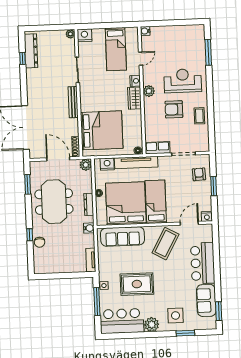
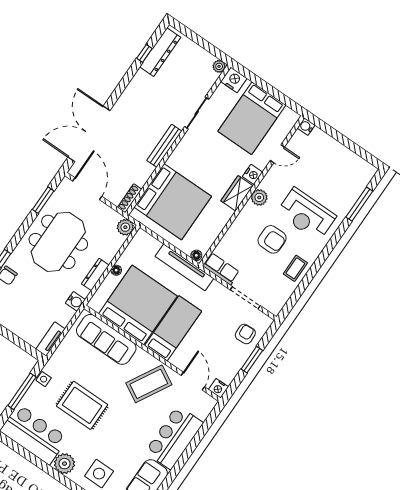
bed: (116, 49) -> (252, 118), width x1.50
reception desk: (183, 81) -> (306, 214), turned 180
armchair: (174, 109) -> (272, 239), turned 180
door: (58, 159) -> (87, 189), moved
nightstand: (107, 164) -> (150, 245), removed
door: (189, 223) -> (193, 381), hinge flipped

